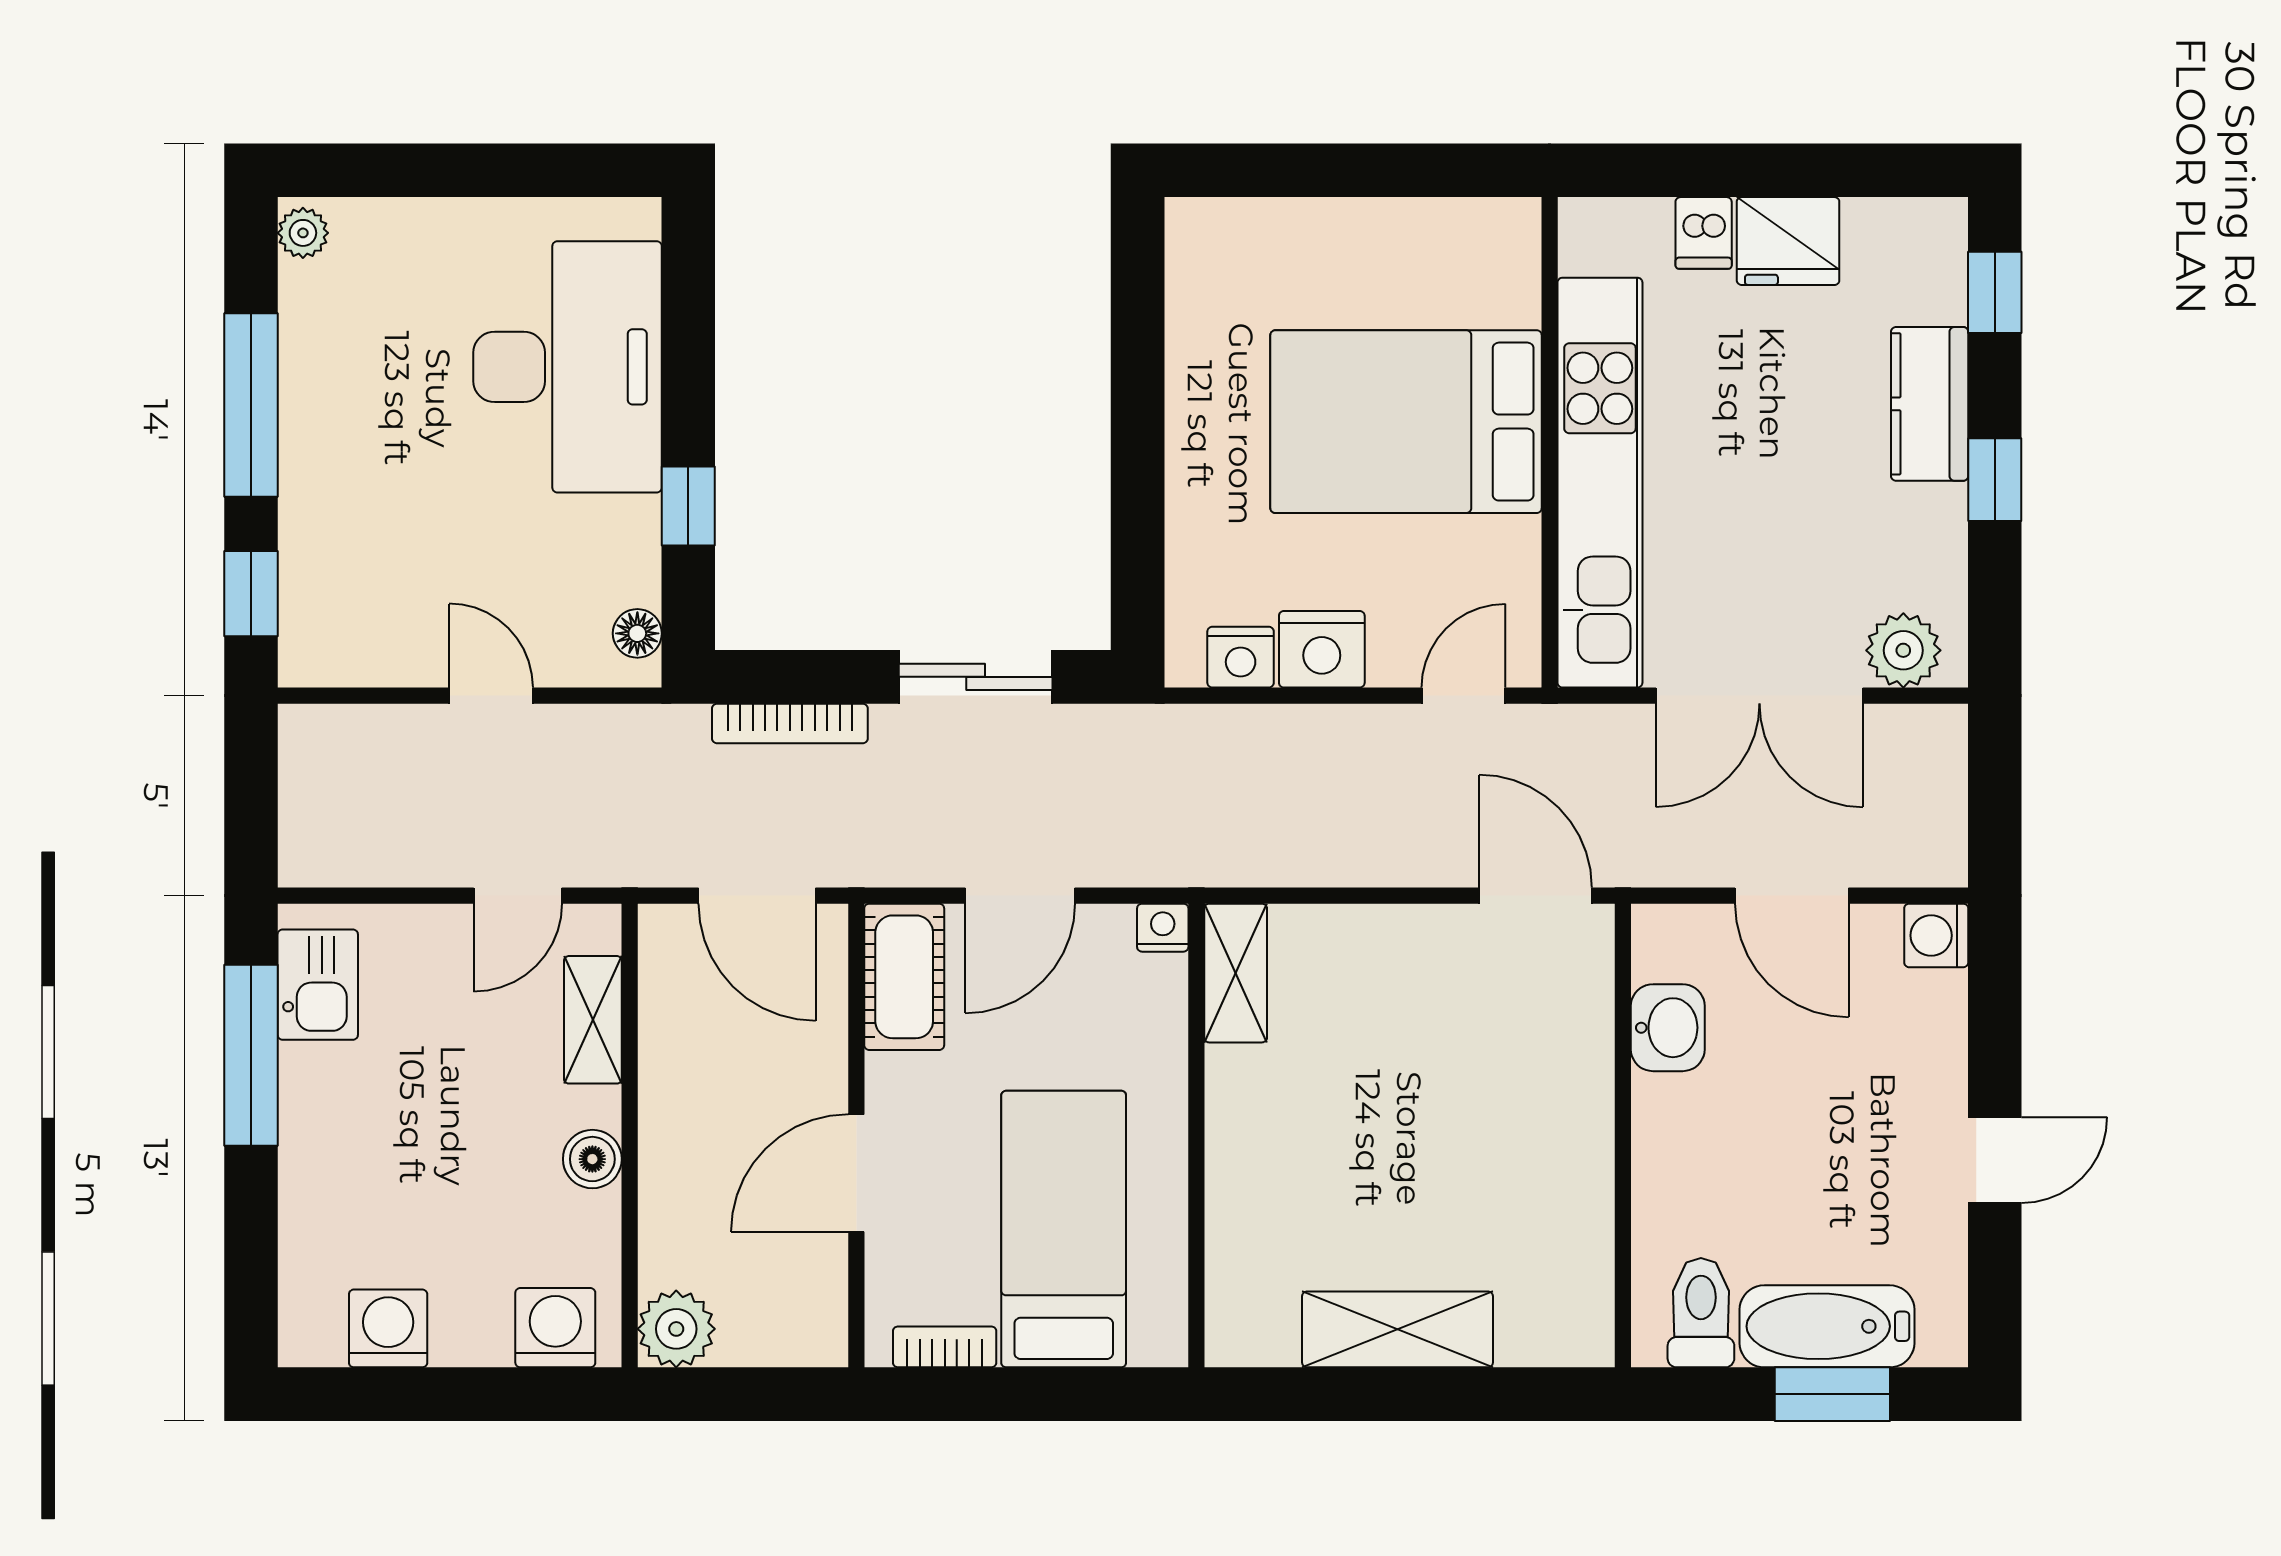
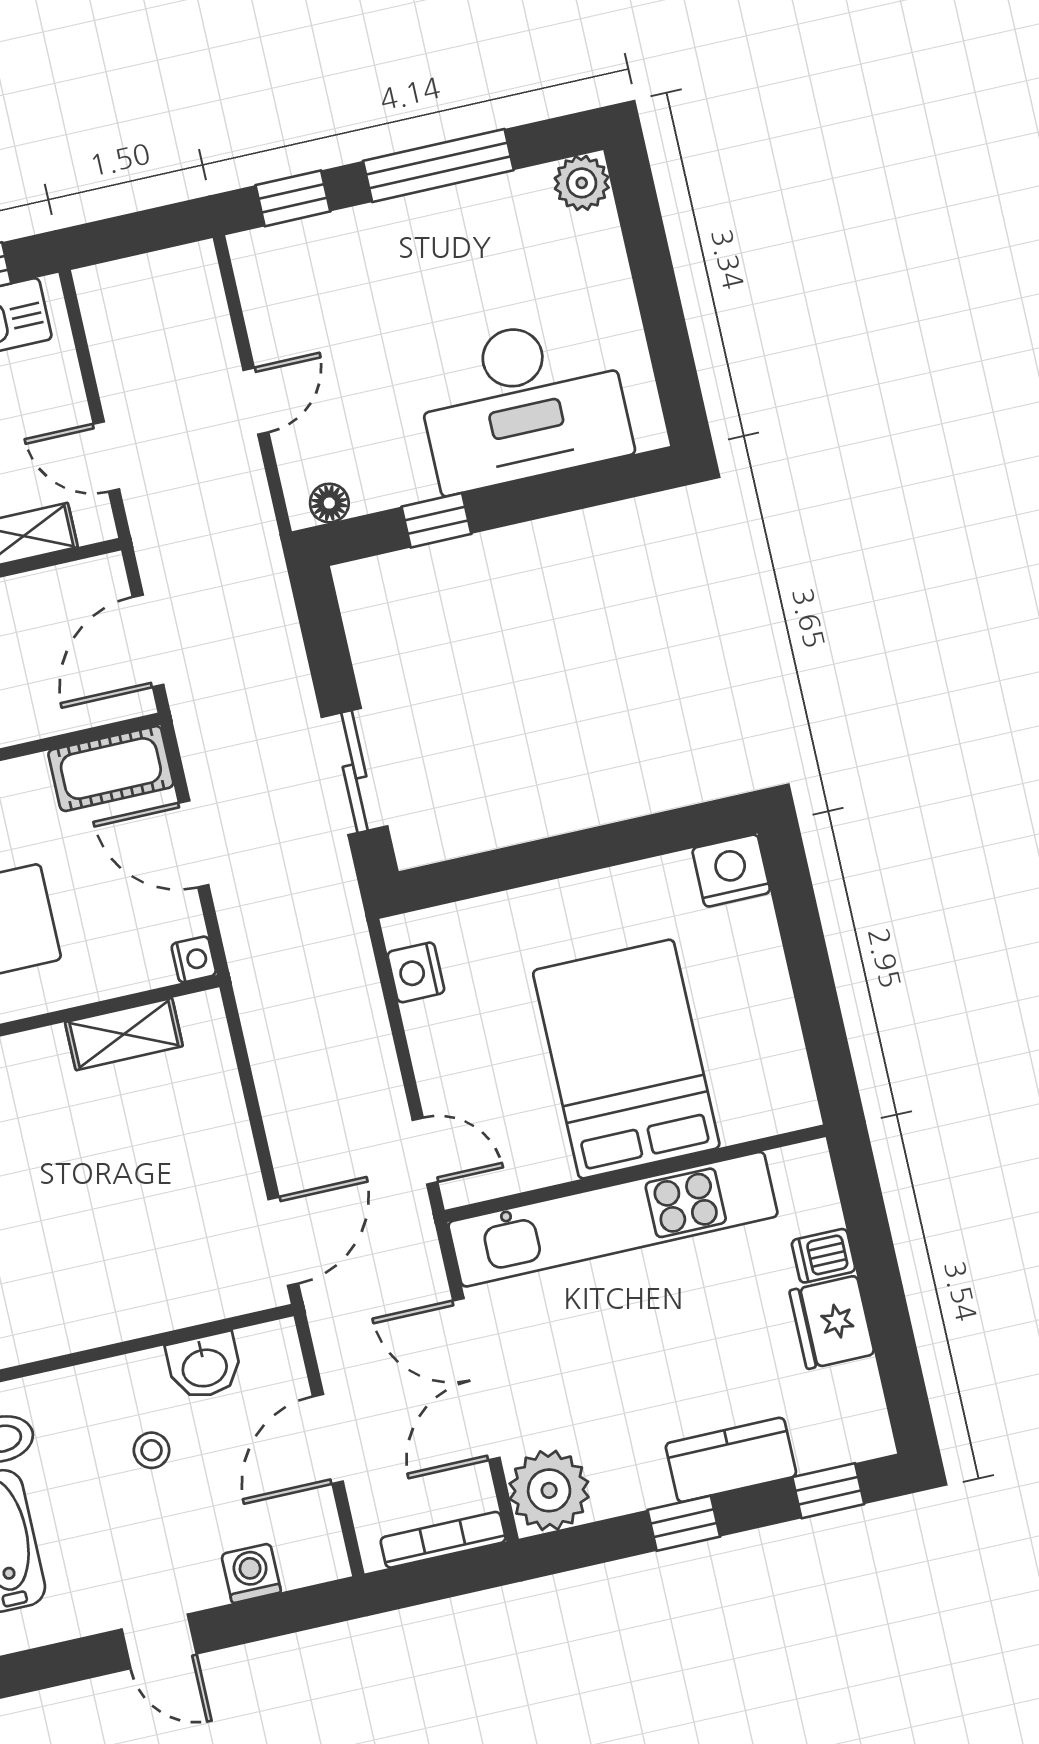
plant: (303, 233) -> (582, 183), width x1.38, depth x1.38
nightstand: (1322, 649) -> (731, 871), moved, turned 90
plant: (1903, 650) -> (549, 1490), width x1.36, depth x1.36
bookcase: (790, 723) -> (443, 1540), moved, turned 90
washing machine: (1936, 935) -> (251, 1573), moved
shelving: (1236, 973) -> (124, 1034), moved
stool: (1757, 1116) -> (152, 1450), added

